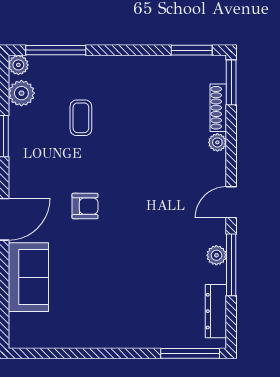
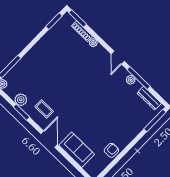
plant: (21, 93) -> (21, 100), moved
coffee table: (81, 118) -> (44, 109), moved
armchair: (85, 206) -> (111, 150), moved

